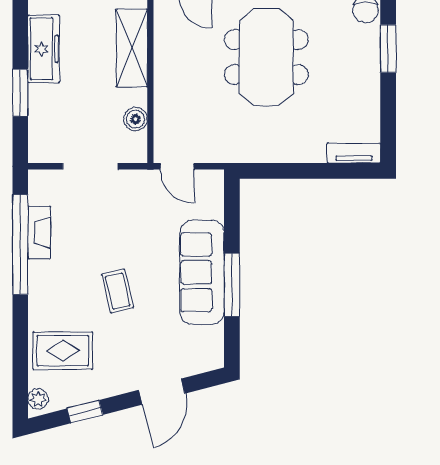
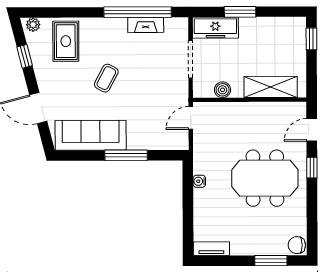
freezer: (44, 49) -> (215, 28), moved
tv unit: (354, 153) -> (211, 249), moved, turned -90
water cooler: (271, 154) -> (199, 181), added
sofa: (202, 272) -> (91, 135), moved
window: (232, 285) -> (126, 155), moved
coffee table: (118, 291) -> (106, 78), turned -48

